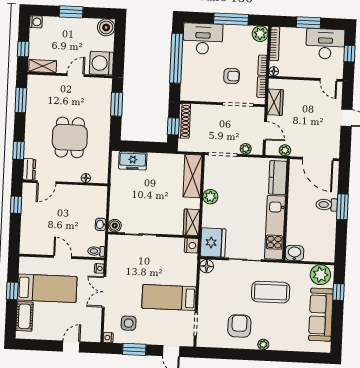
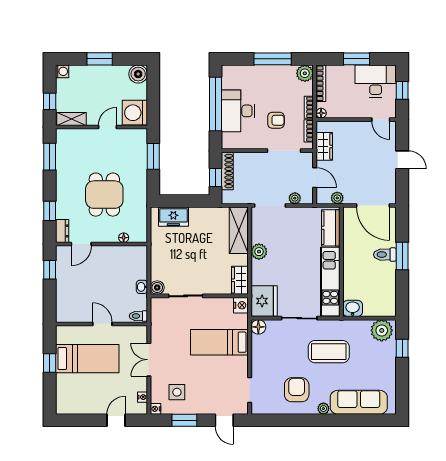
desk: (203, 39) -> (238, 111), moved, turned -90
nightstand: (99, 268) -> (142, 397), moved
bed: (169, 297) -> (219, 342), moved
sofa: (321, 315) -> (359, 402), moved, turned 90
cot: (25, 316) -> (64, 390), removed

